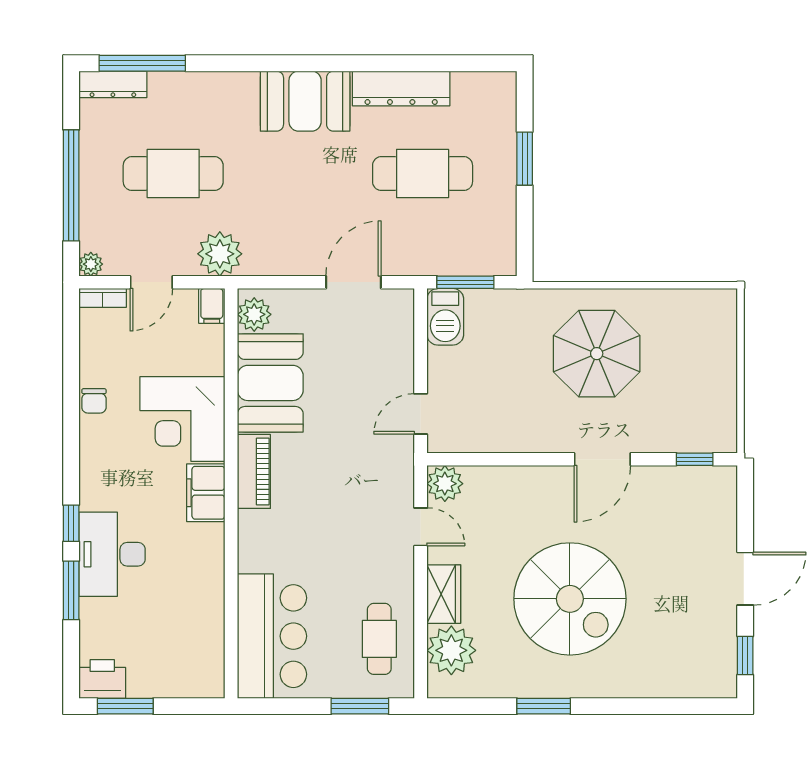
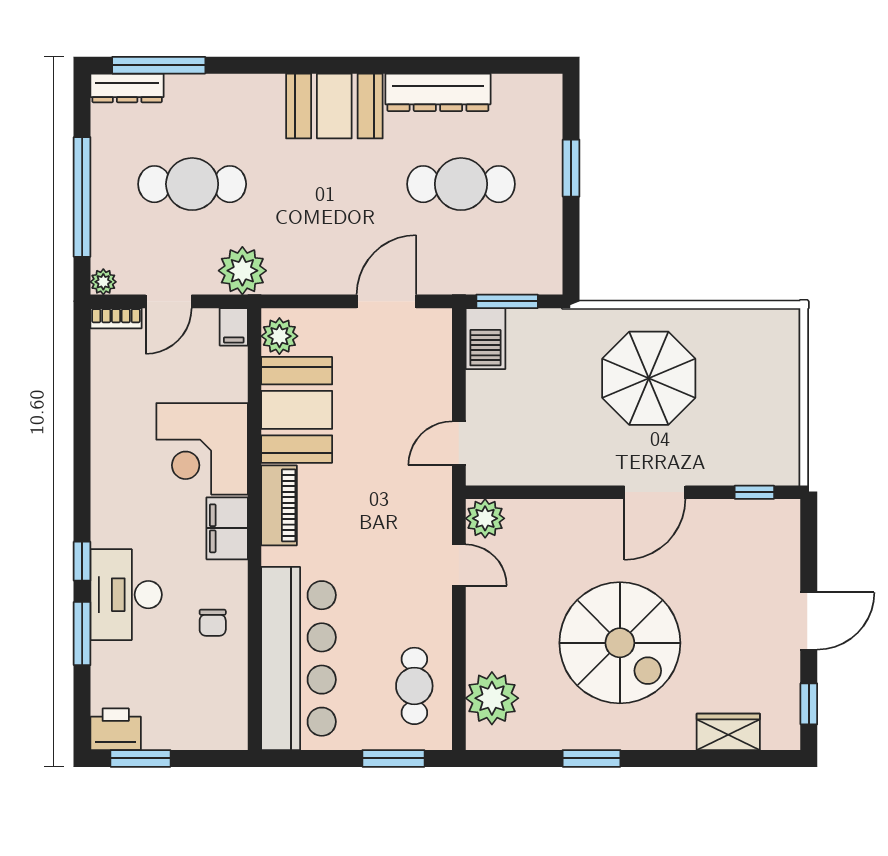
chair: (94, 401) -> (213, 623), moved
wardrobe: (444, 594) -> (728, 732), moved, turned -90
bar counter: (272, 636) -> (299, 658), width x1.36

